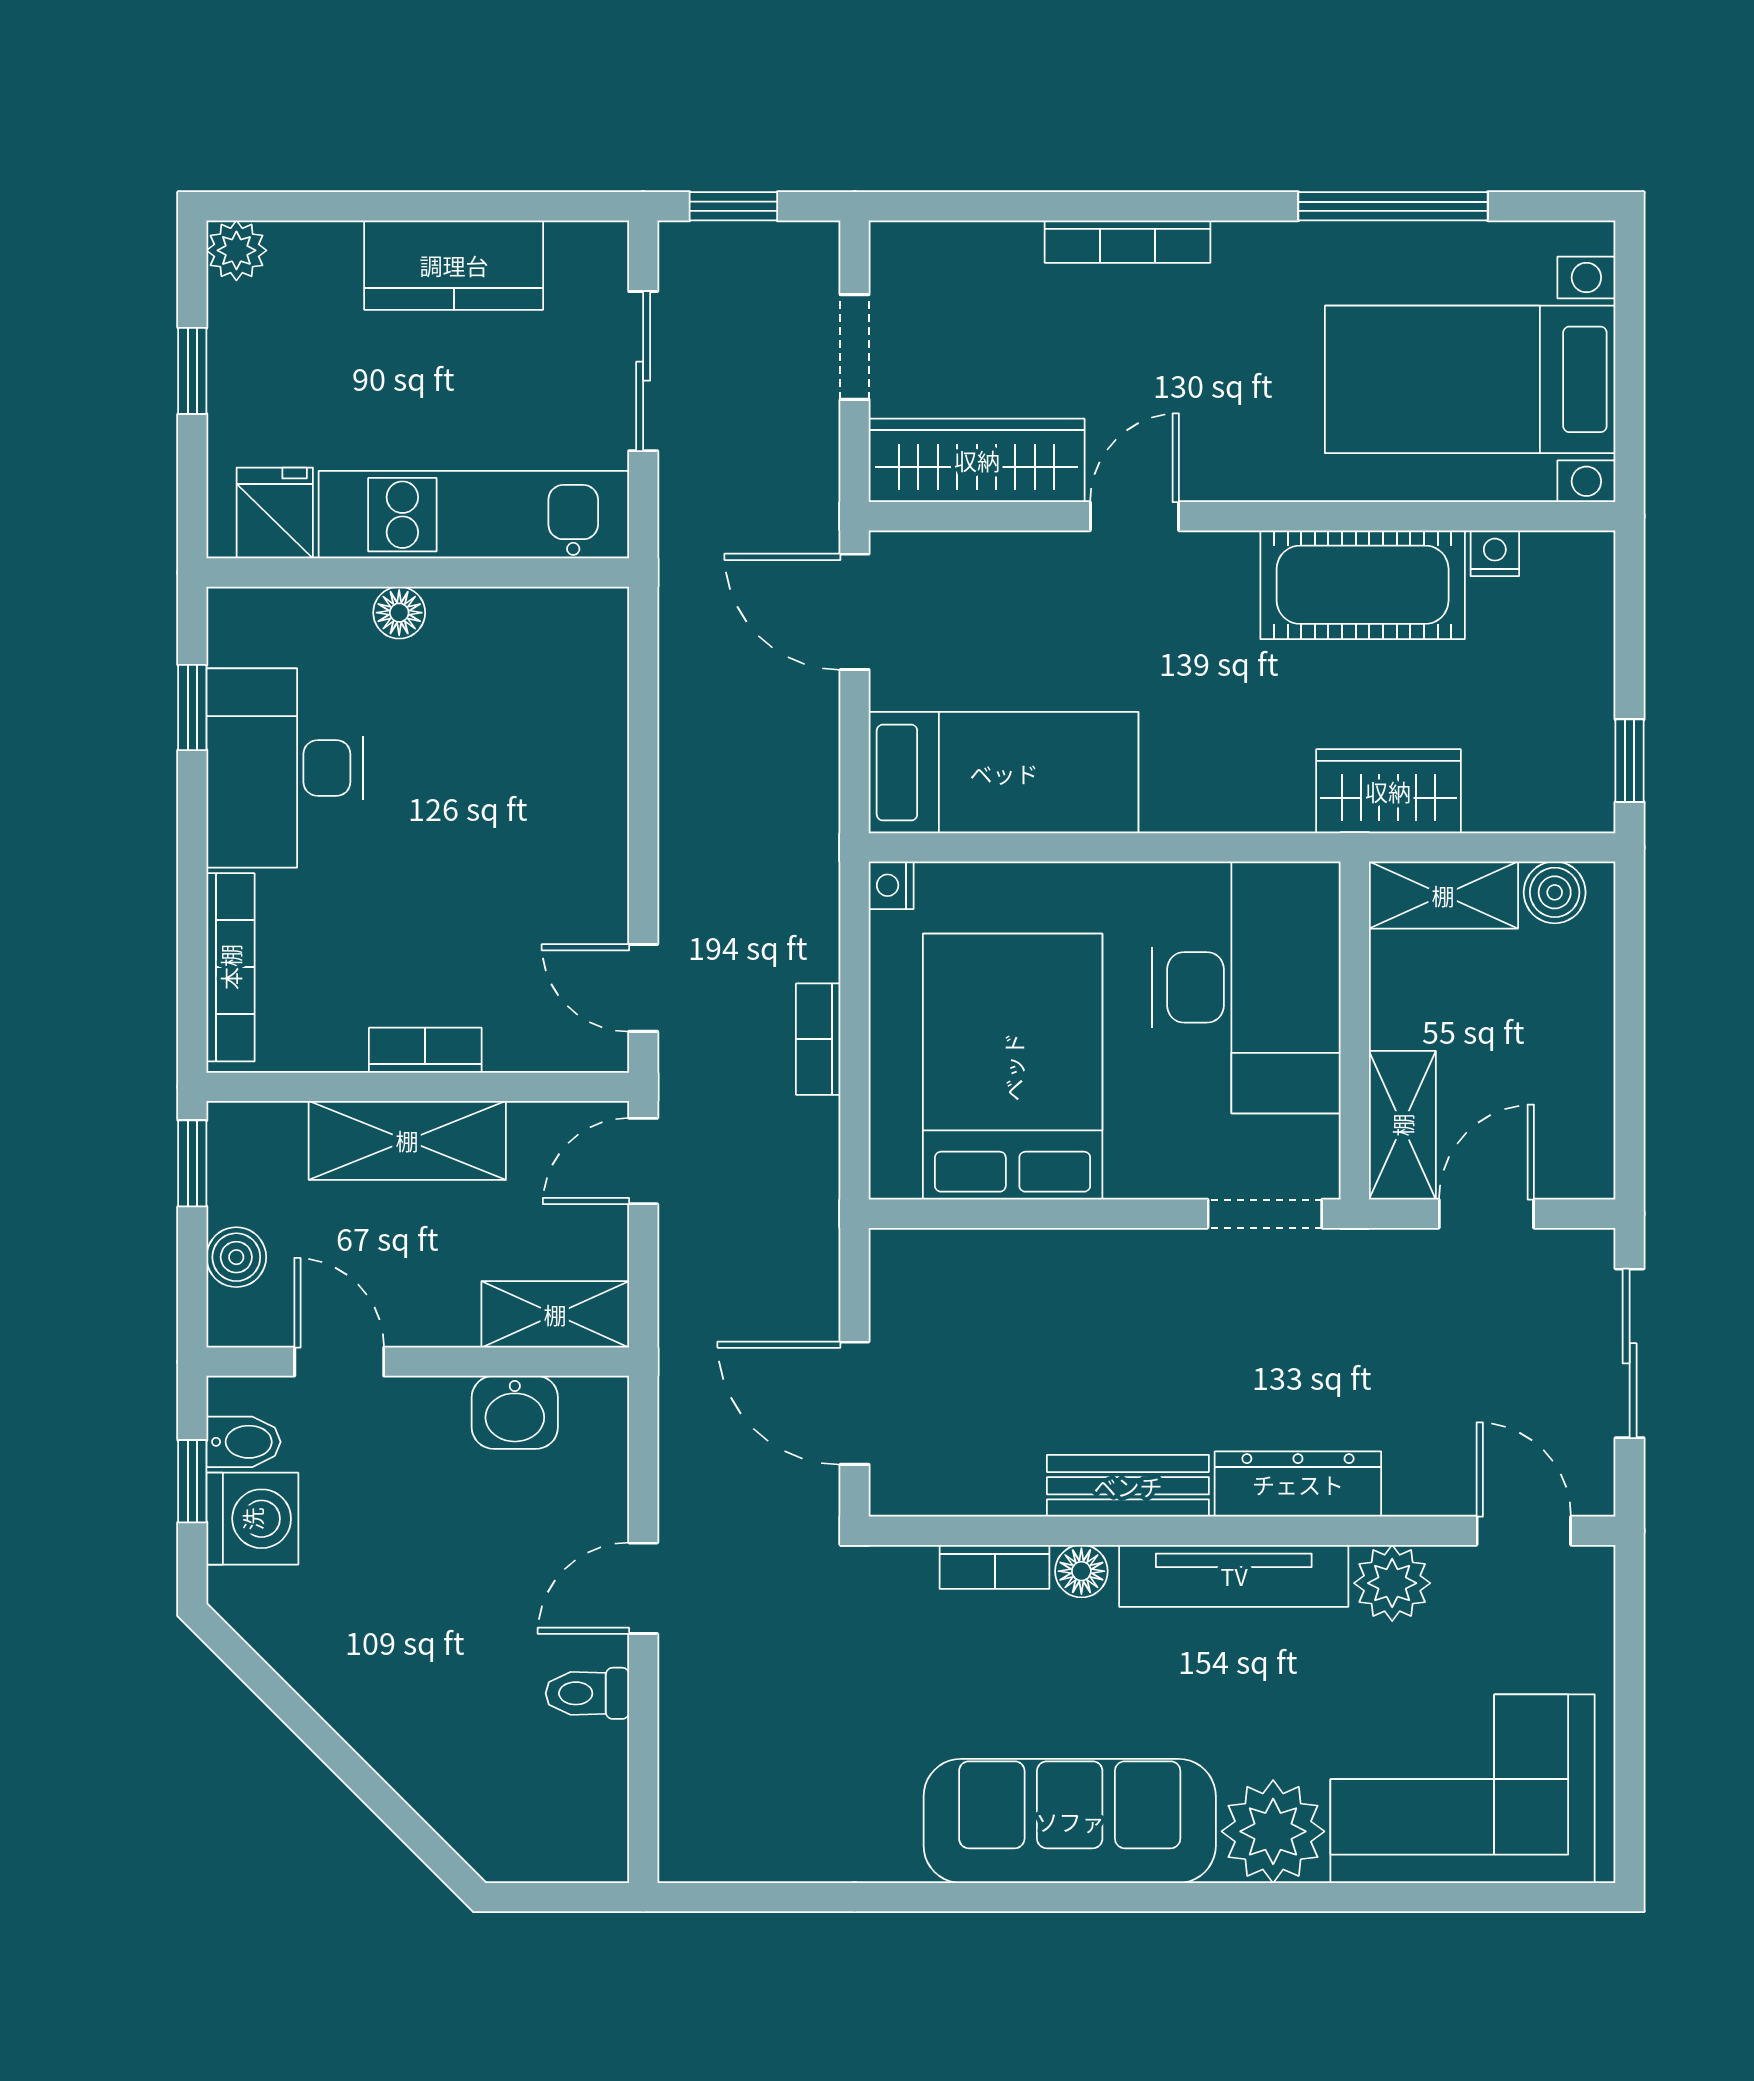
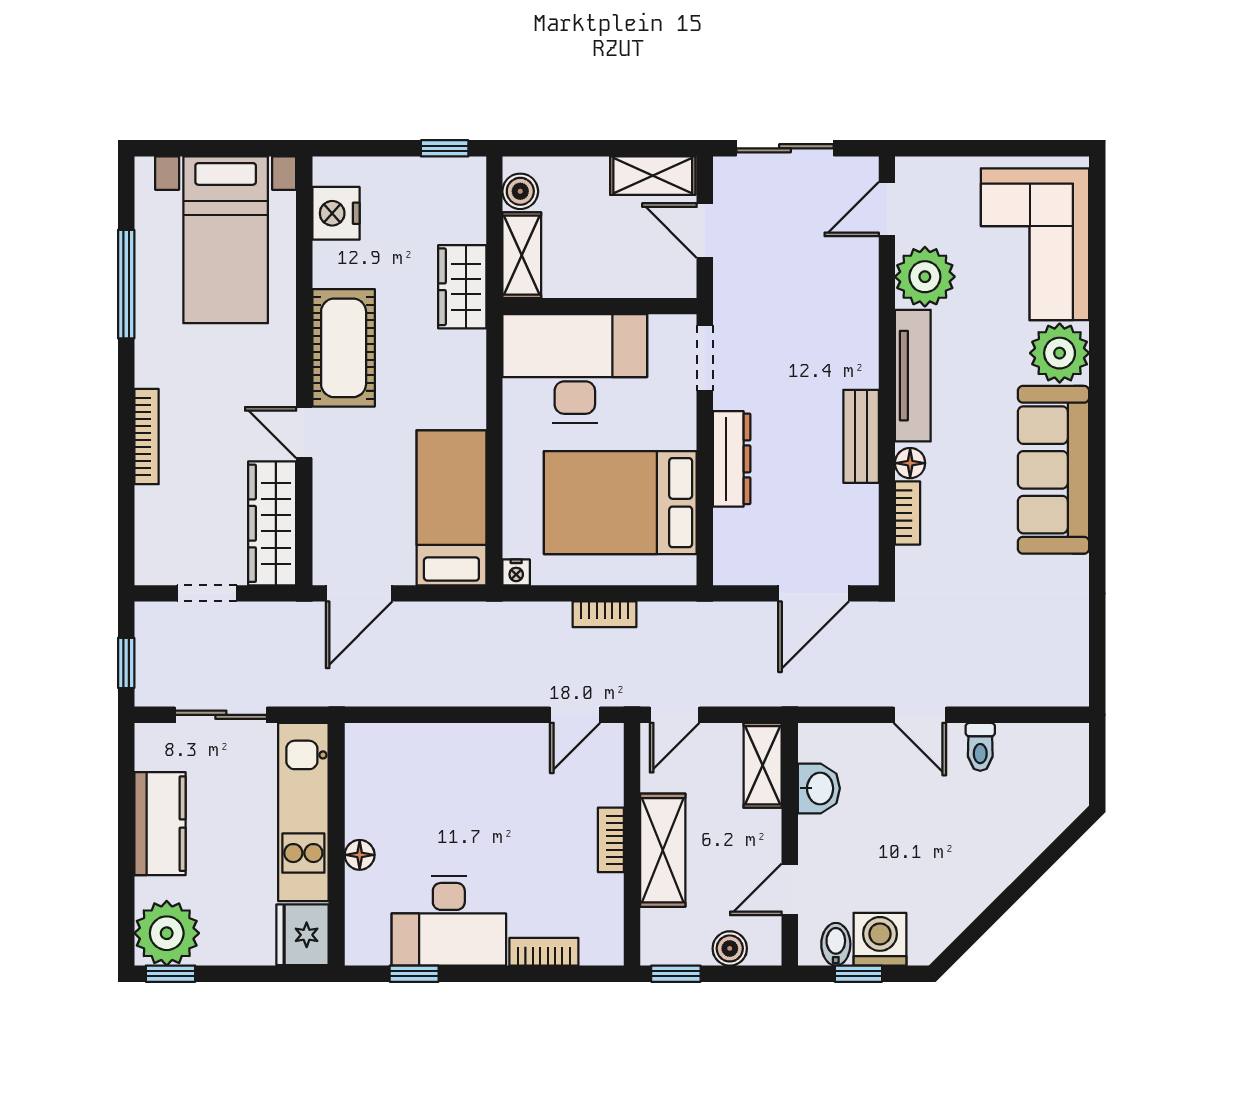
plant: (236, 250) -> (167, 933), width x1.88, depth x1.88
window: (192, 371) -> (171, 974), moved
fridge: (275, 513) -> (302, 935), width x1.38
nightstand: (1495, 553) -> (336, 213), width x1.89, depth x1.79
cot: (1363, 585) -> (344, 348), moved
bookcase: (230, 967) -> (544, 952), width x0.64
shelving: (1402, 1125) -> (653, 176), moved
door: (643, 1161) -> (675, 715), hinge flipped
dresser: (1298, 1484) -> (732, 459), moved, turned 180
plant: (1392, 1583) -> (925, 277), width x1.36, depth x1.36

